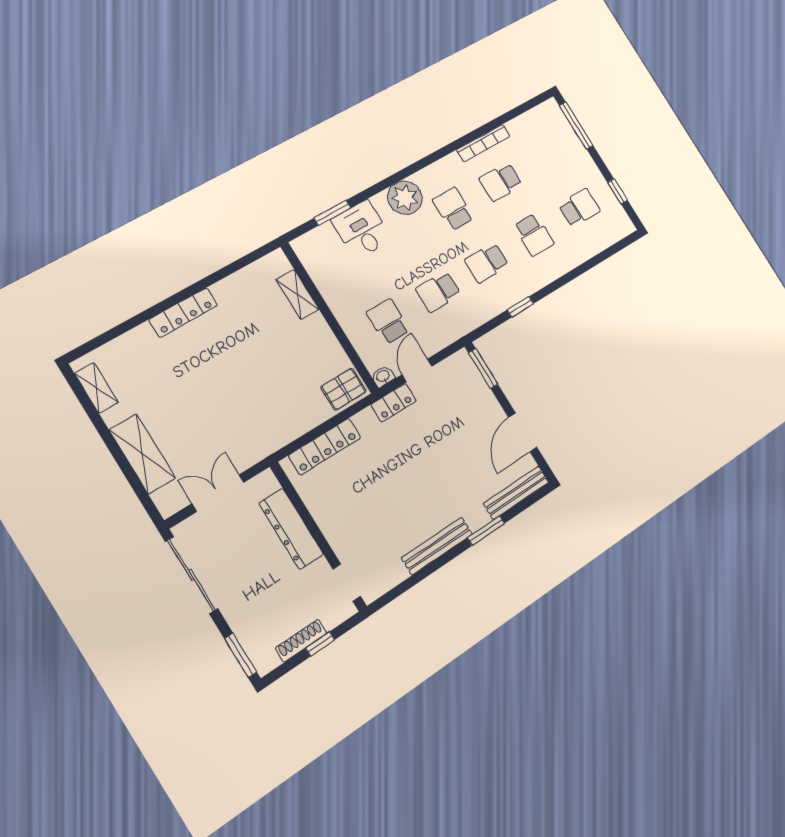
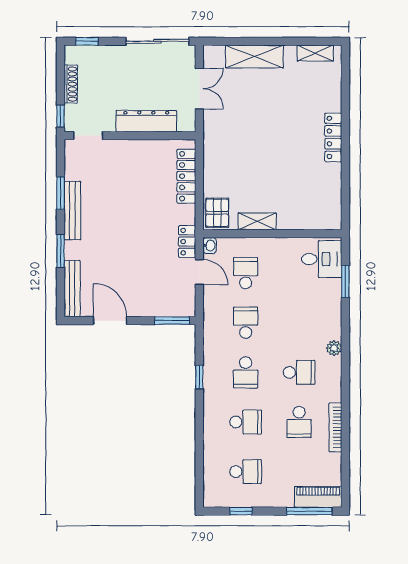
piano: (558, 124) -> (318, 497), added
school desk: (501, 182) -> (299, 422), turned 180
plant: (405, 198) -> (334, 348), width x0.53, depth x0.53
school desk: (579, 208) -> (246, 472), turned -90
desk: (362, 230) -> (322, 259), moved
school desk: (534, 235) -> (246, 422), turned 180
school desk: (487, 263) -> (246, 372), turned 180
shelving: (298, 294) -> (257, 221), moved
school desk: (388, 321) -> (246, 273), turned -90
window: (427, 571) -> (61, 193), added
window: (320, 644) -> (61, 116), moved
window: (241, 655) -> (87, 41), width x0.67

